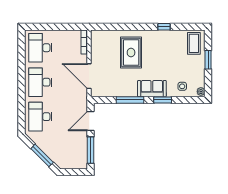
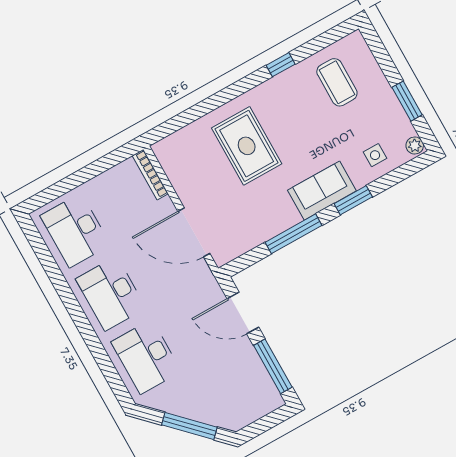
coffee table: (194, 43) -> (337, 82), moved
window: (208, 60) -> (407, 101), moved
door: (91, 121) -> (243, 313), hinge flipped

